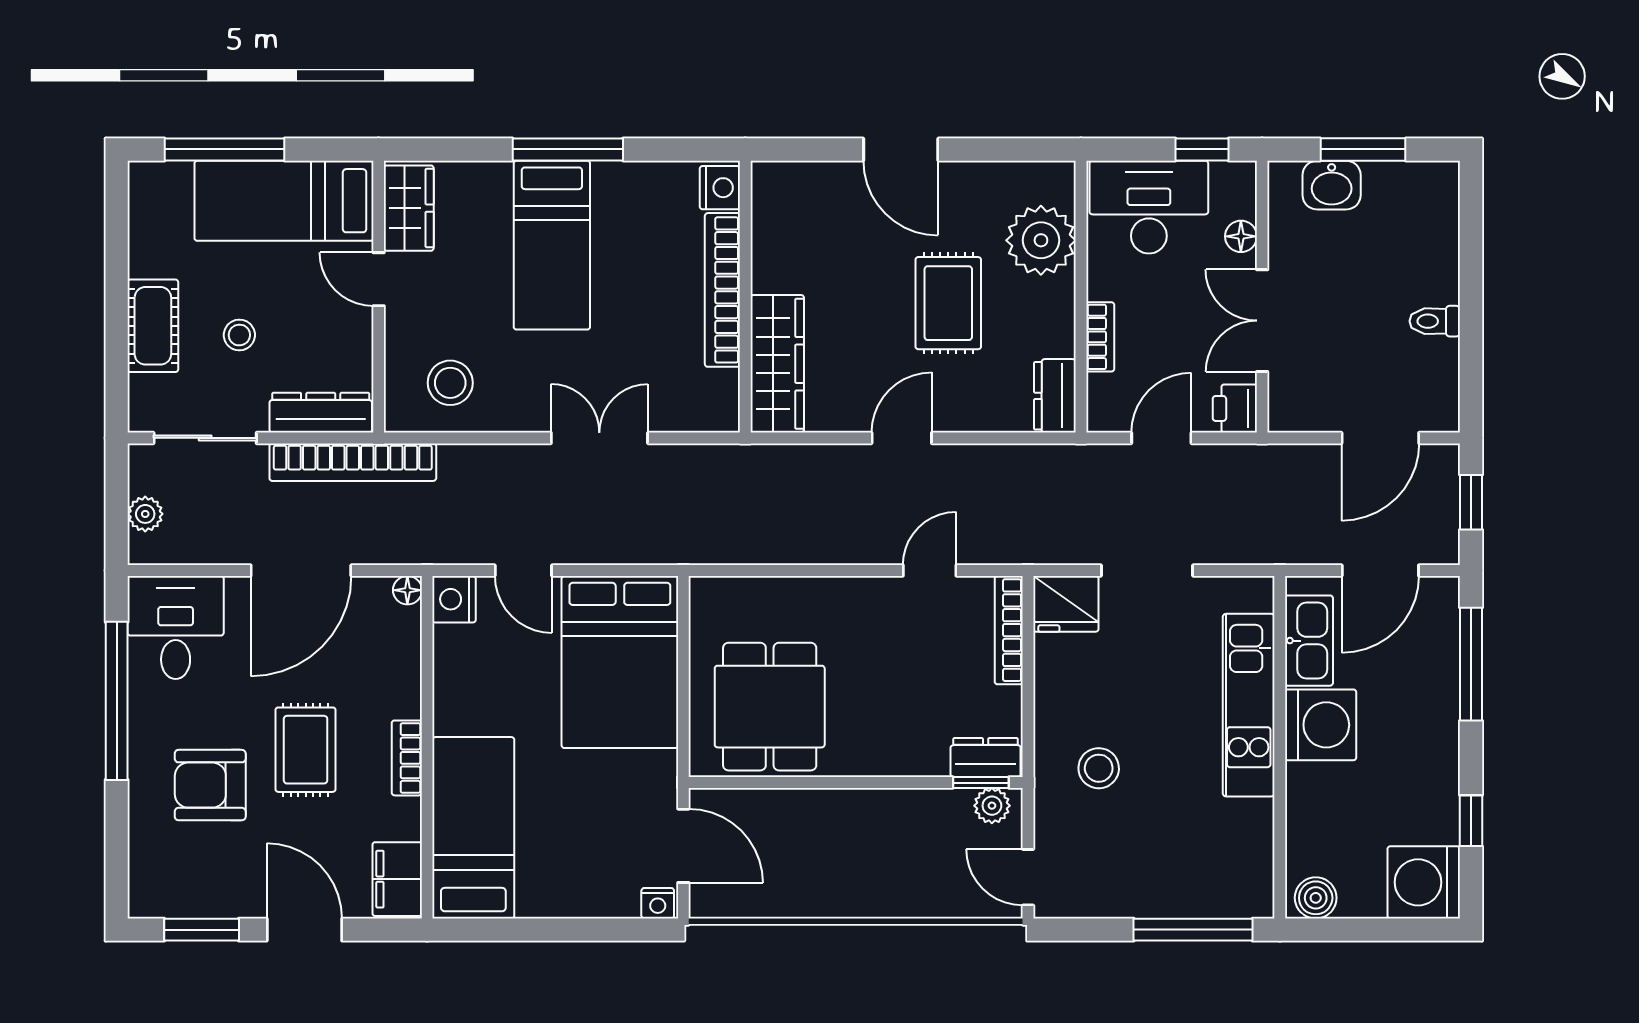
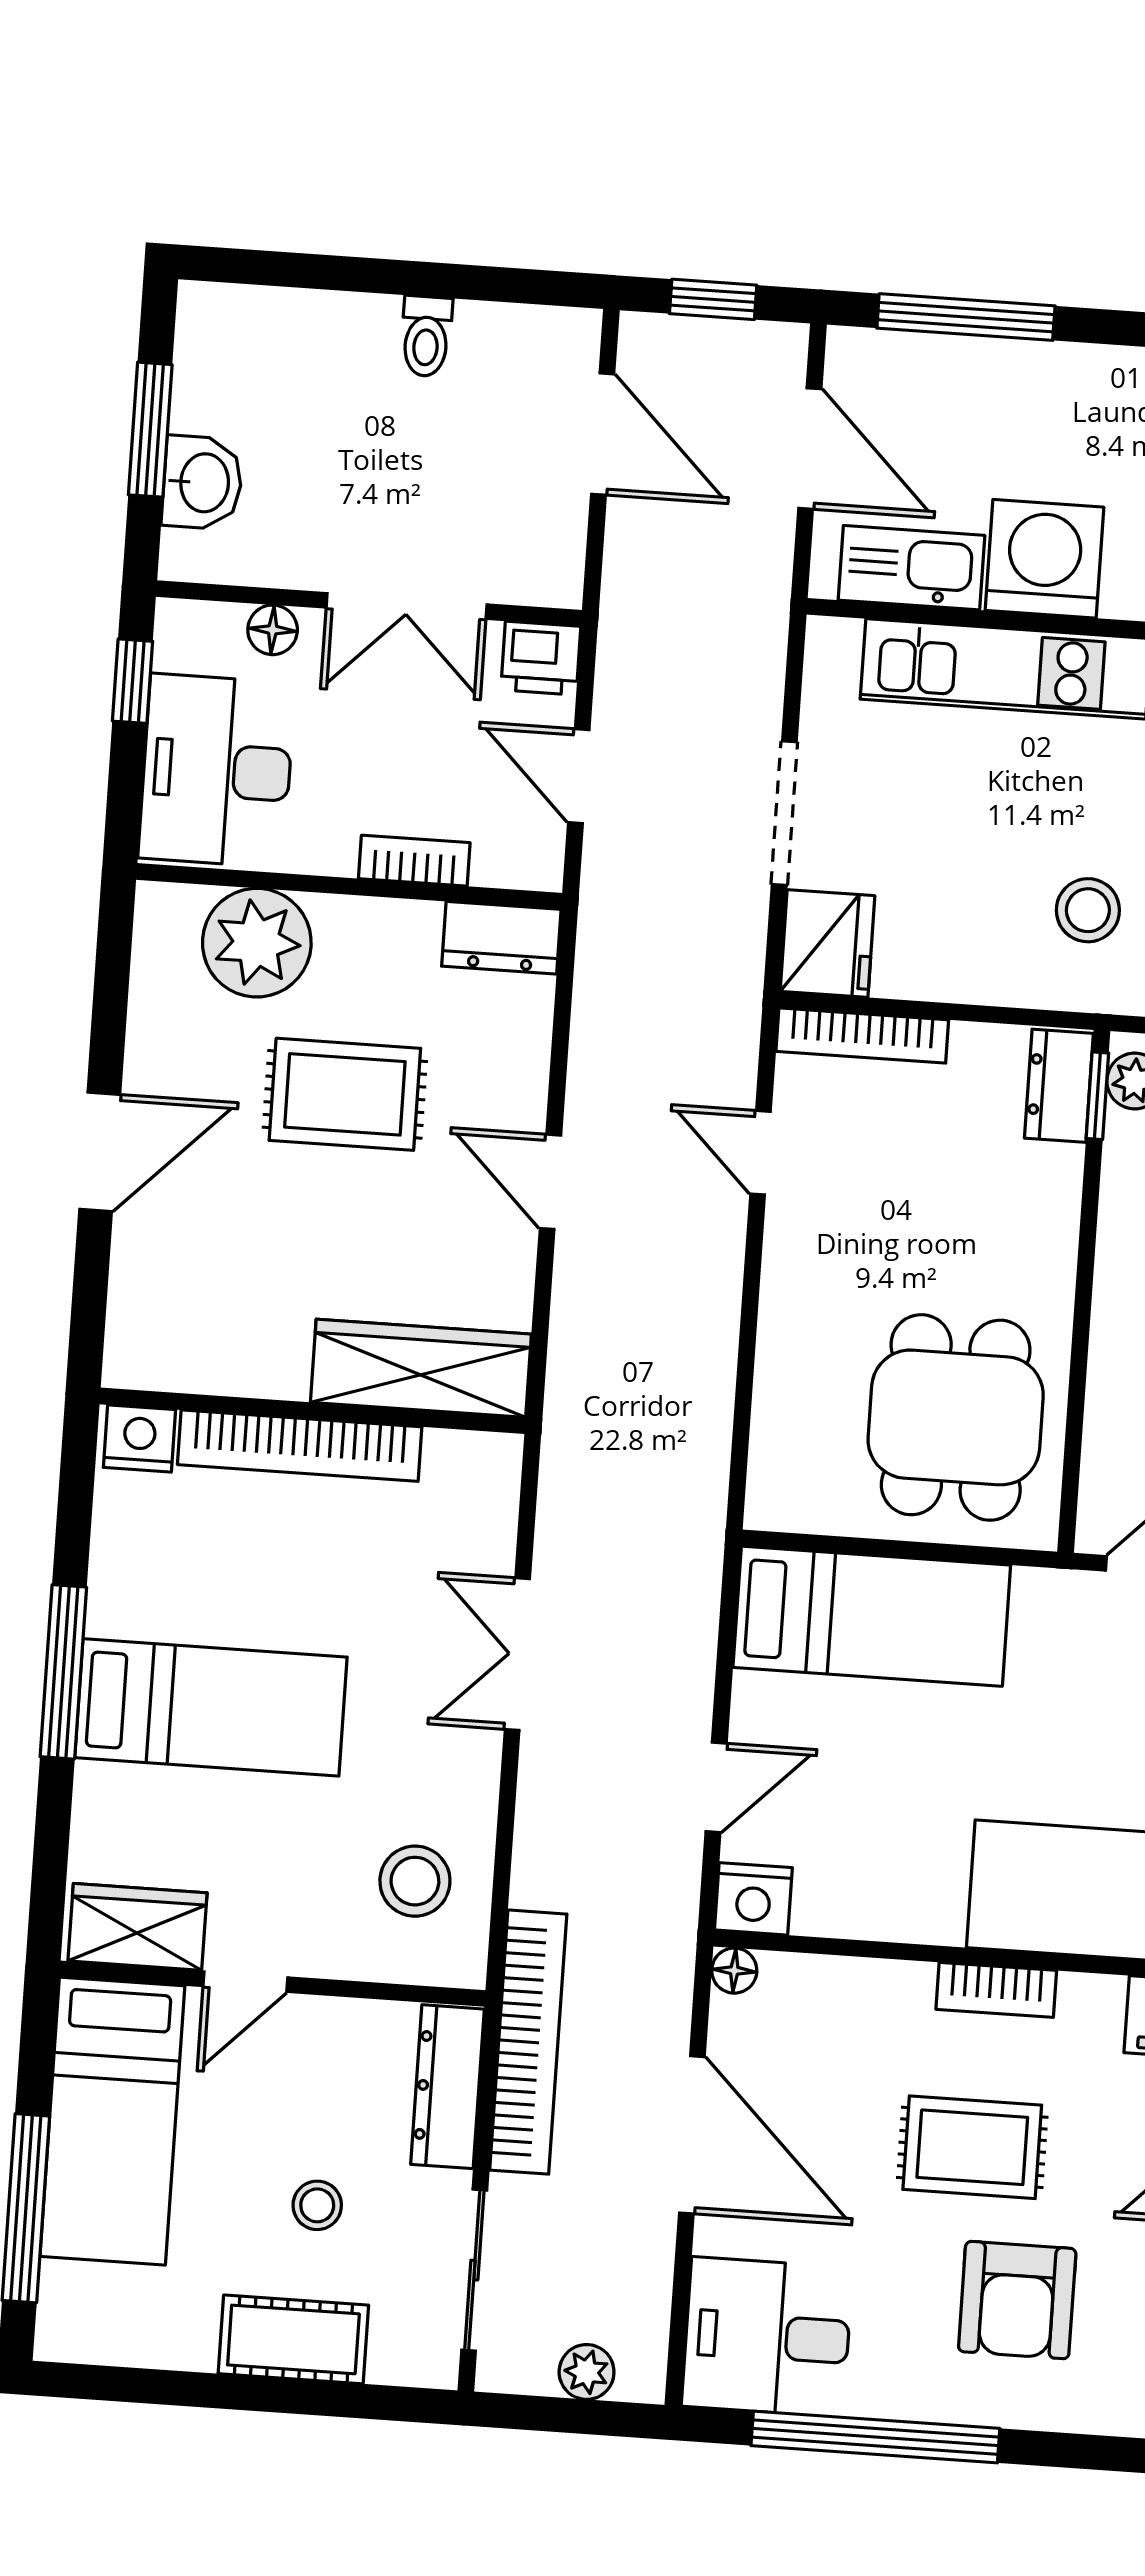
bed: (620, 662) -> (872, 1616), width x0.67
dining table: (770, 707) -> (956, 1417), turned 90

